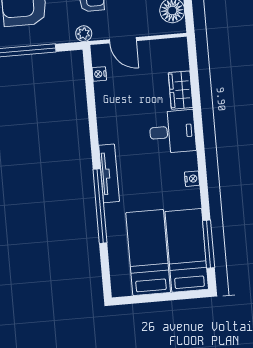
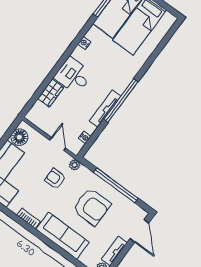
tv unit: (109, 173) -> (105, 108), moved
window: (100, 206) -> (121, 101), moved

